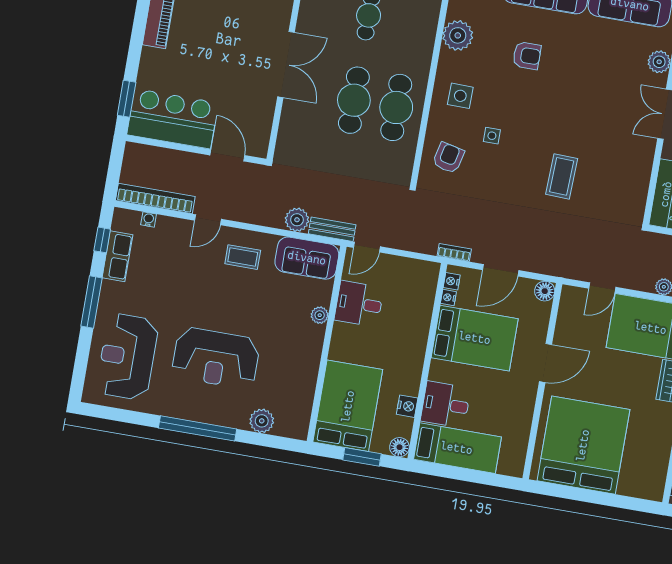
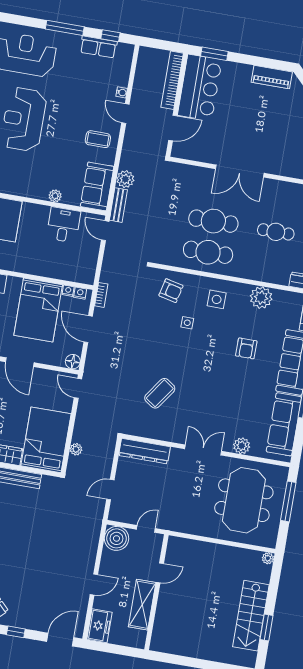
coffee table: (562, 176) -> (160, 393), moved, turned -57
bookcase: (155, 198) -> (172, 80), moved, turned 180
water cooler: (149, 219) -> (122, 92), moved
coffee table: (243, 257) -> (98, 139), turned 90
door: (602, 288) -> (78, 388), moved

